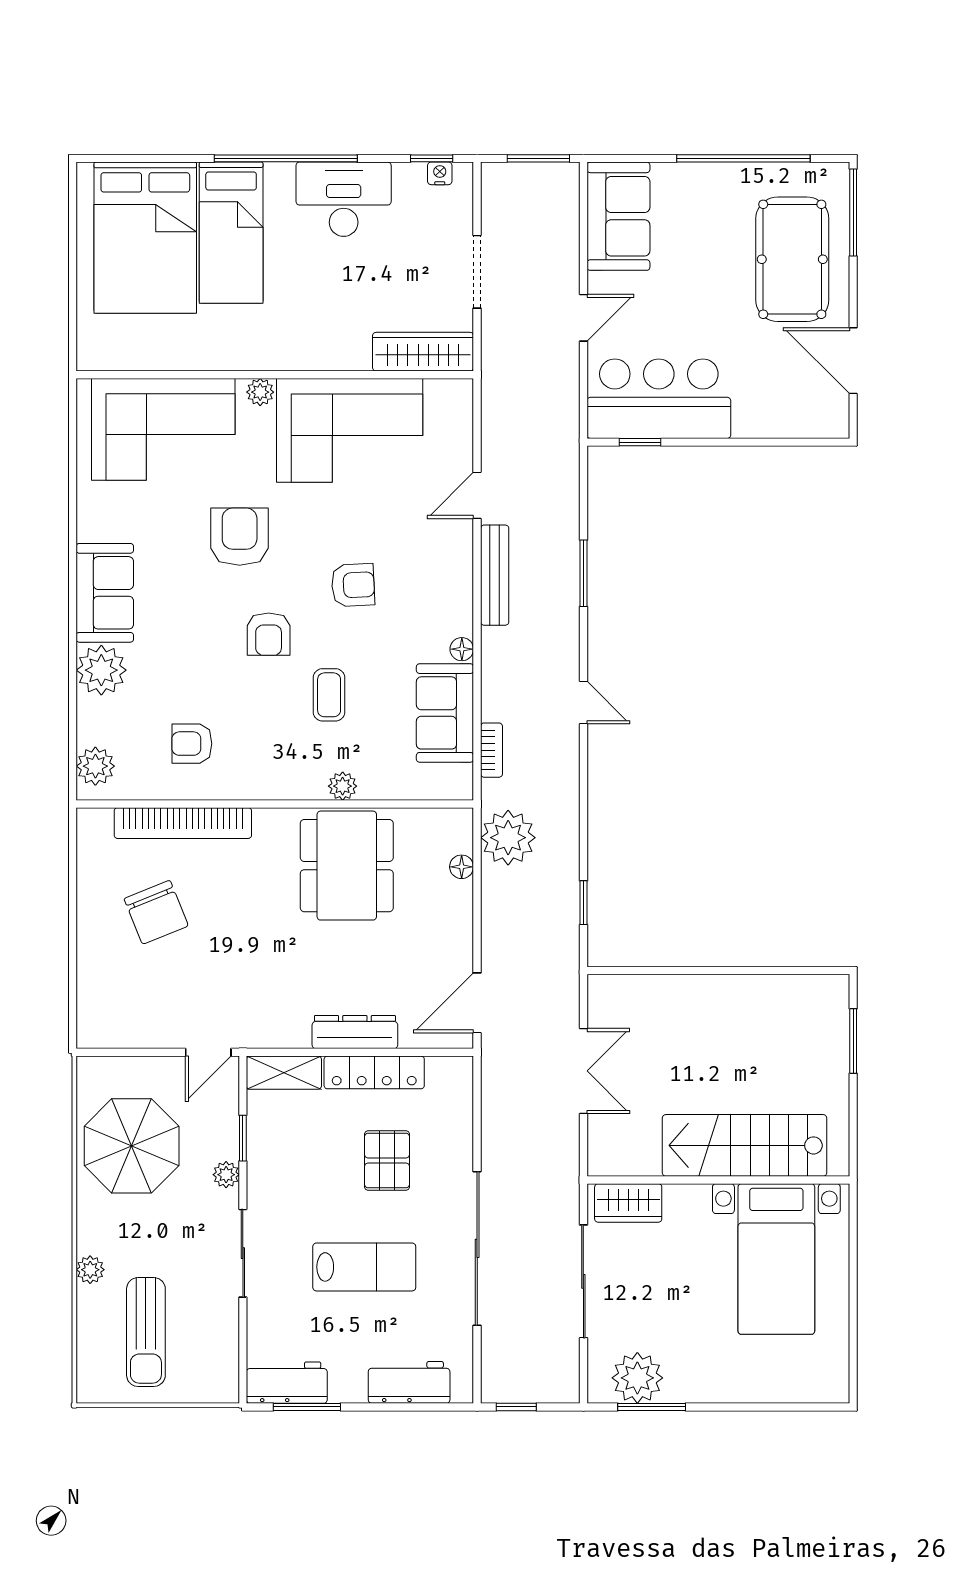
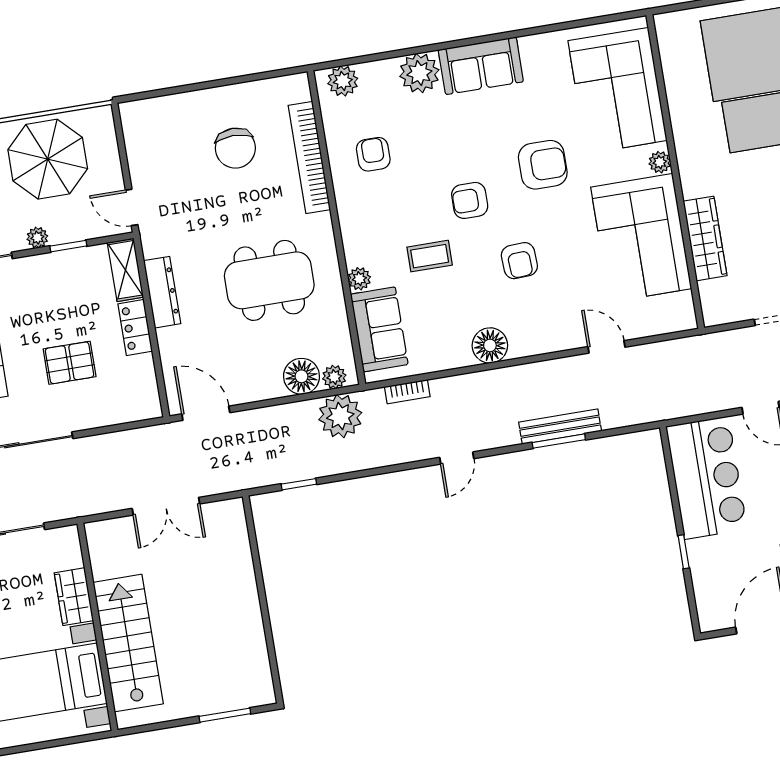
wardrobe: (423, 352) -> (705, 238), moved
window: (640, 442) -> (684, 552), moved
bench: (495, 575) -> (560, 427), moved
floor lamp: (462, 649) -> (490, 345), width x1.89, depth x1.89
sofa: (445, 713) -> (379, 329), moved, turned 90
plant: (459, 837) -> (334, 377), added
dining table: (347, 866) -> (269, 280), moved
floor lamp: (462, 867) -> (302, 376), width x1.89, depth x1.89
chair: (156, 912) -> (235, 148), turned -68
dresser: (355, 1032) -> (162, 292), moved
locker: (374, 1072) -> (135, 327), width x0.66
wardrobe: (628, 1203) -> (74, 597), moved

